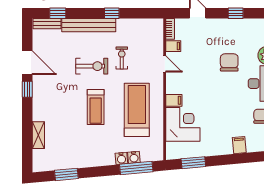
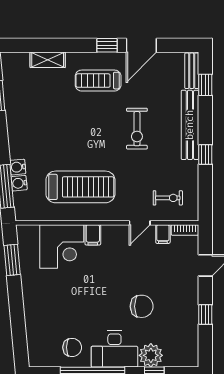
exercise bike: (122, 58) -> (168, 198), moved
treadmill: (96, 107) -> (98, 81), moved
filing cabinet: (239, 145) -> (35, 319), removed

